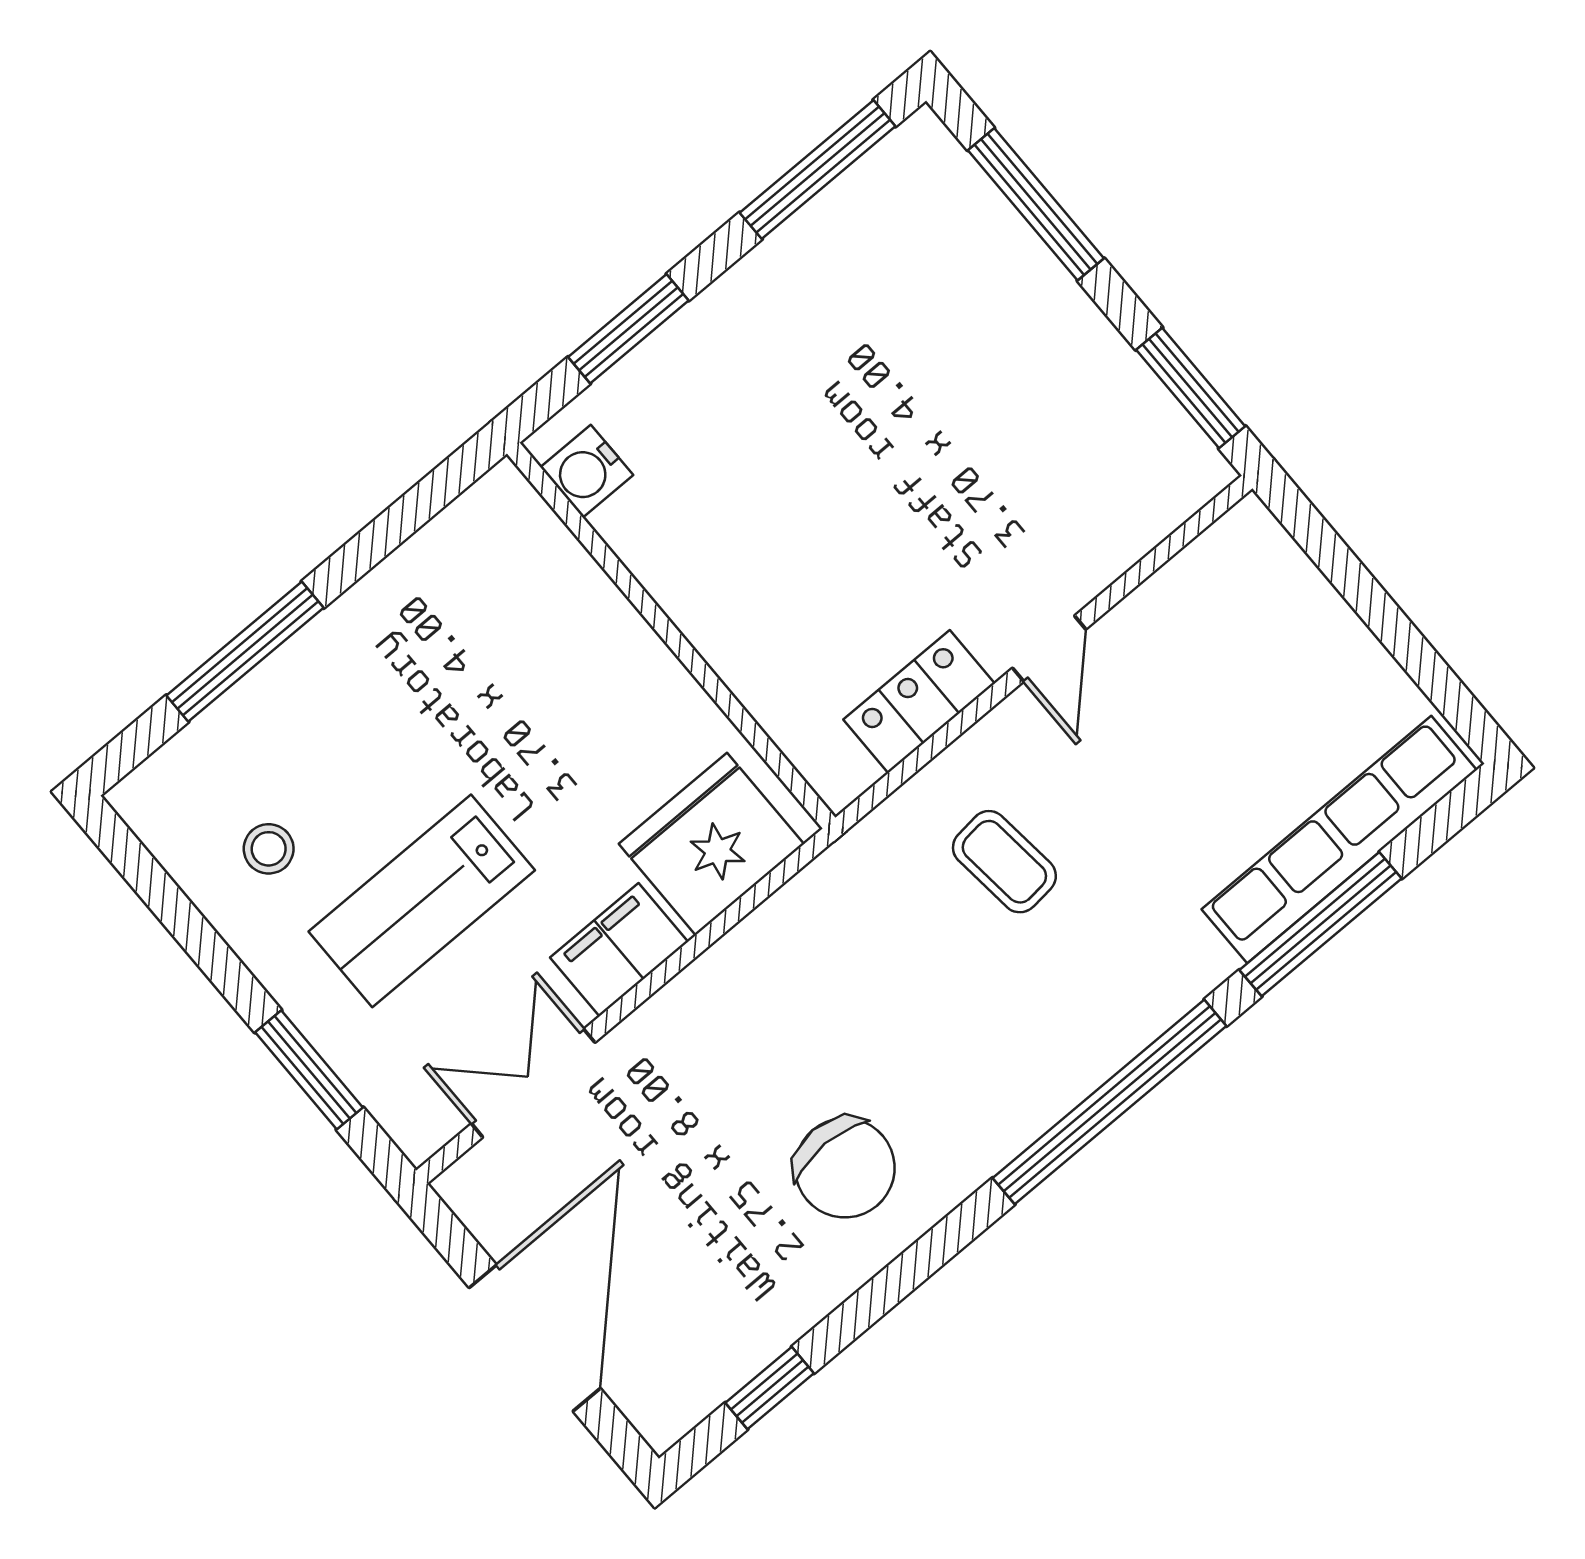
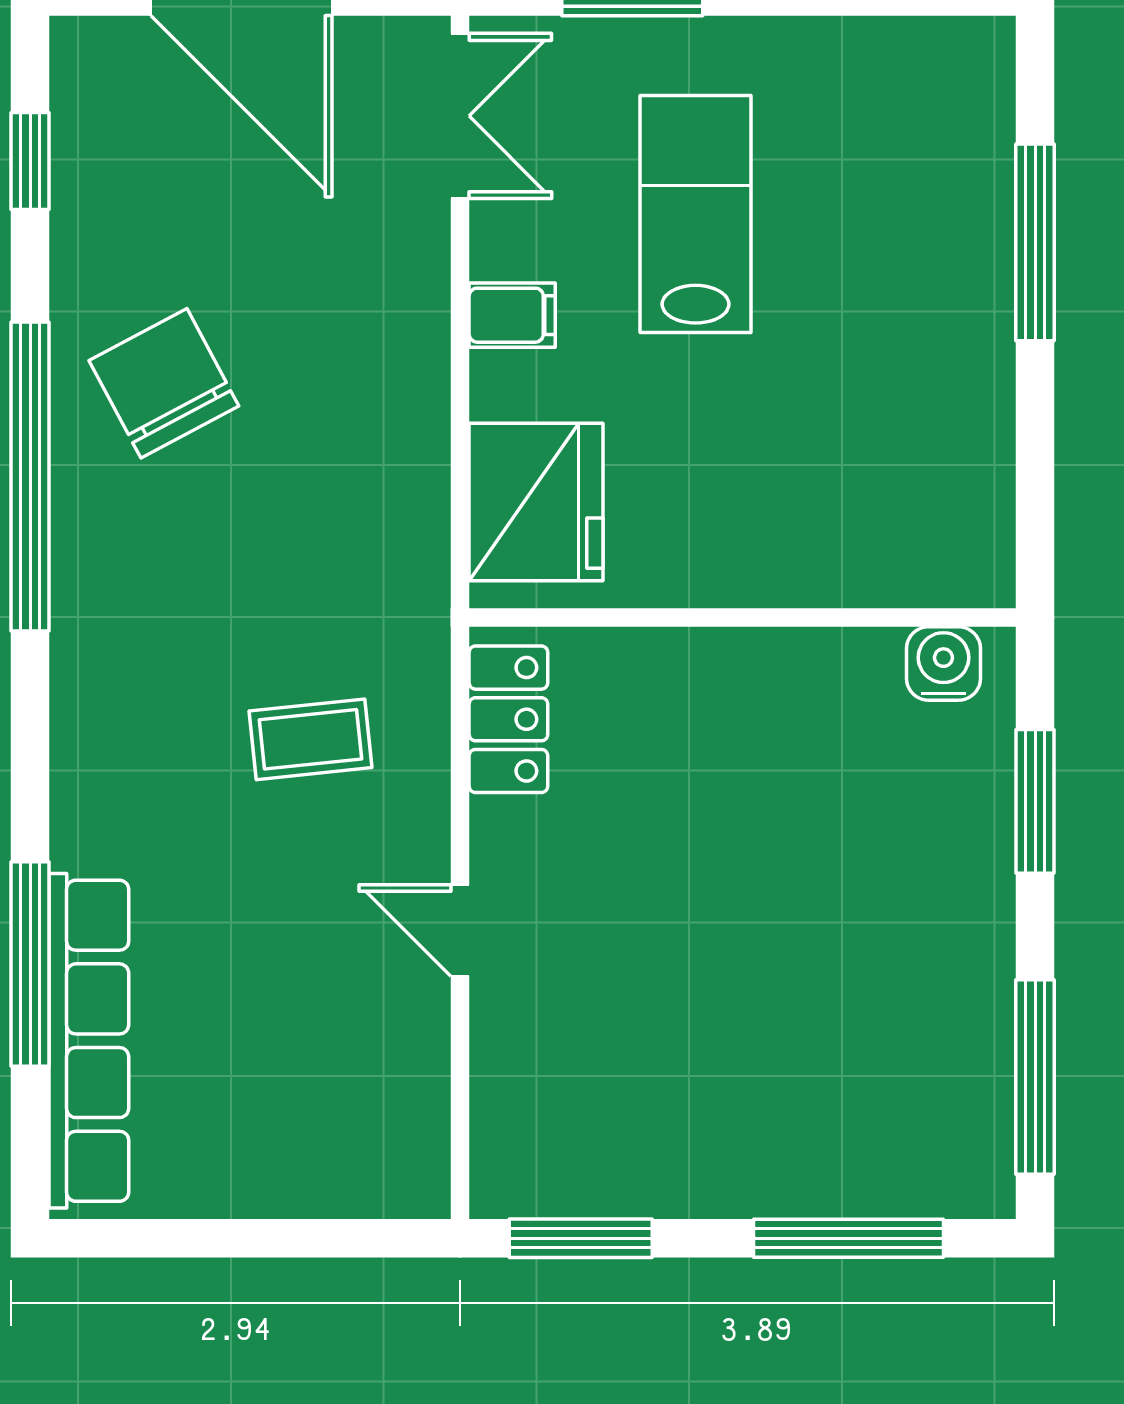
locker: (919, 701) -> (508, 719), moved
stool: (269, 849) -> (850, 121), removed
filing cabinet: (619, 950) -> (512, 315), width x0.50
double door: (533, 1083) -> (460, 116), moved
window: (1109, 1102) -> (30, 476), moved
chair: (845, 1168) -> (164, 383), turned 62

